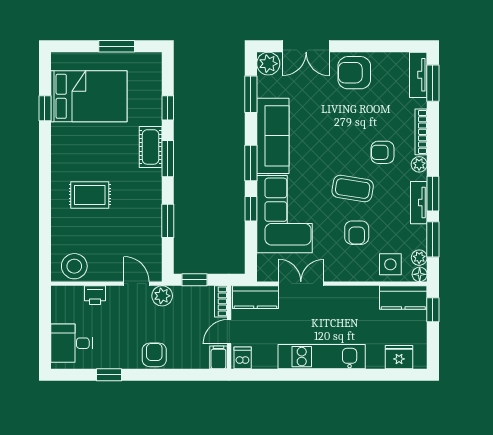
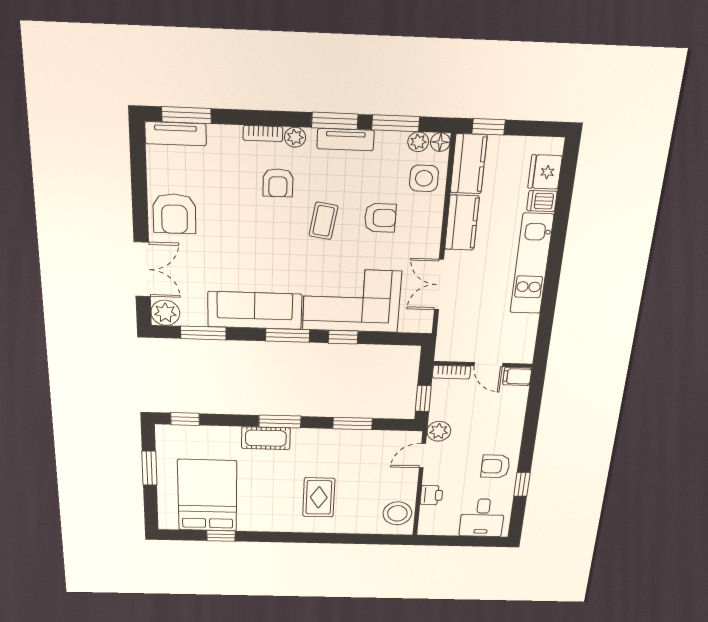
window: (168, 108) -> (185, 419), moved
bookcase: (421, 132) -> (263, 133), width x0.64
coffee table: (353, 189) -> (323, 221), width x0.73, depth x0.77
kitchen counter: (255, 297) -> (462, 223), moved
armchair: (154, 355) -> (495, 466), moved
dishwasher: (243, 358) -> (542, 201), moved

